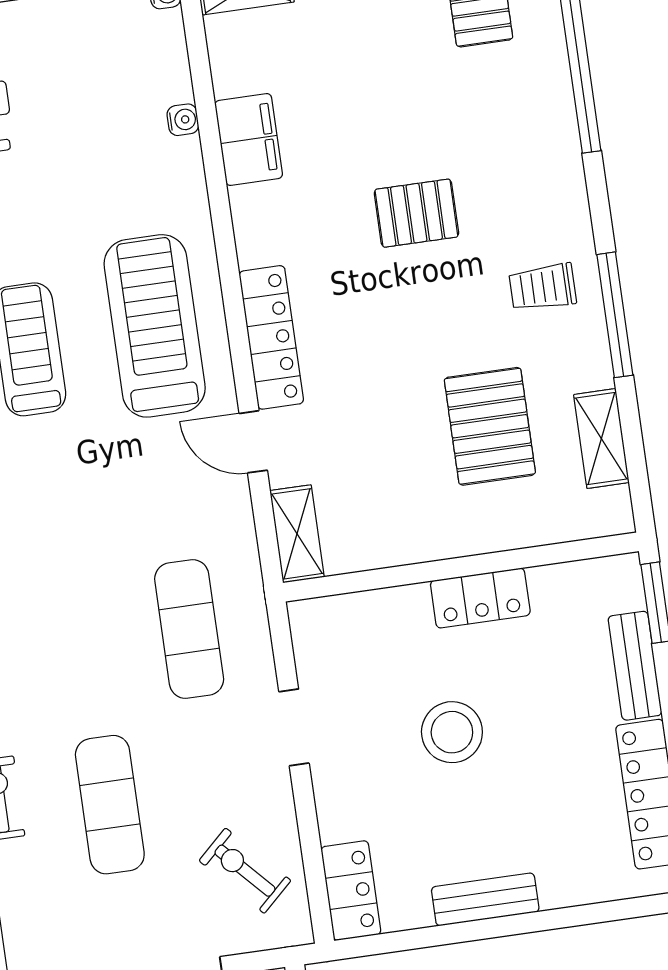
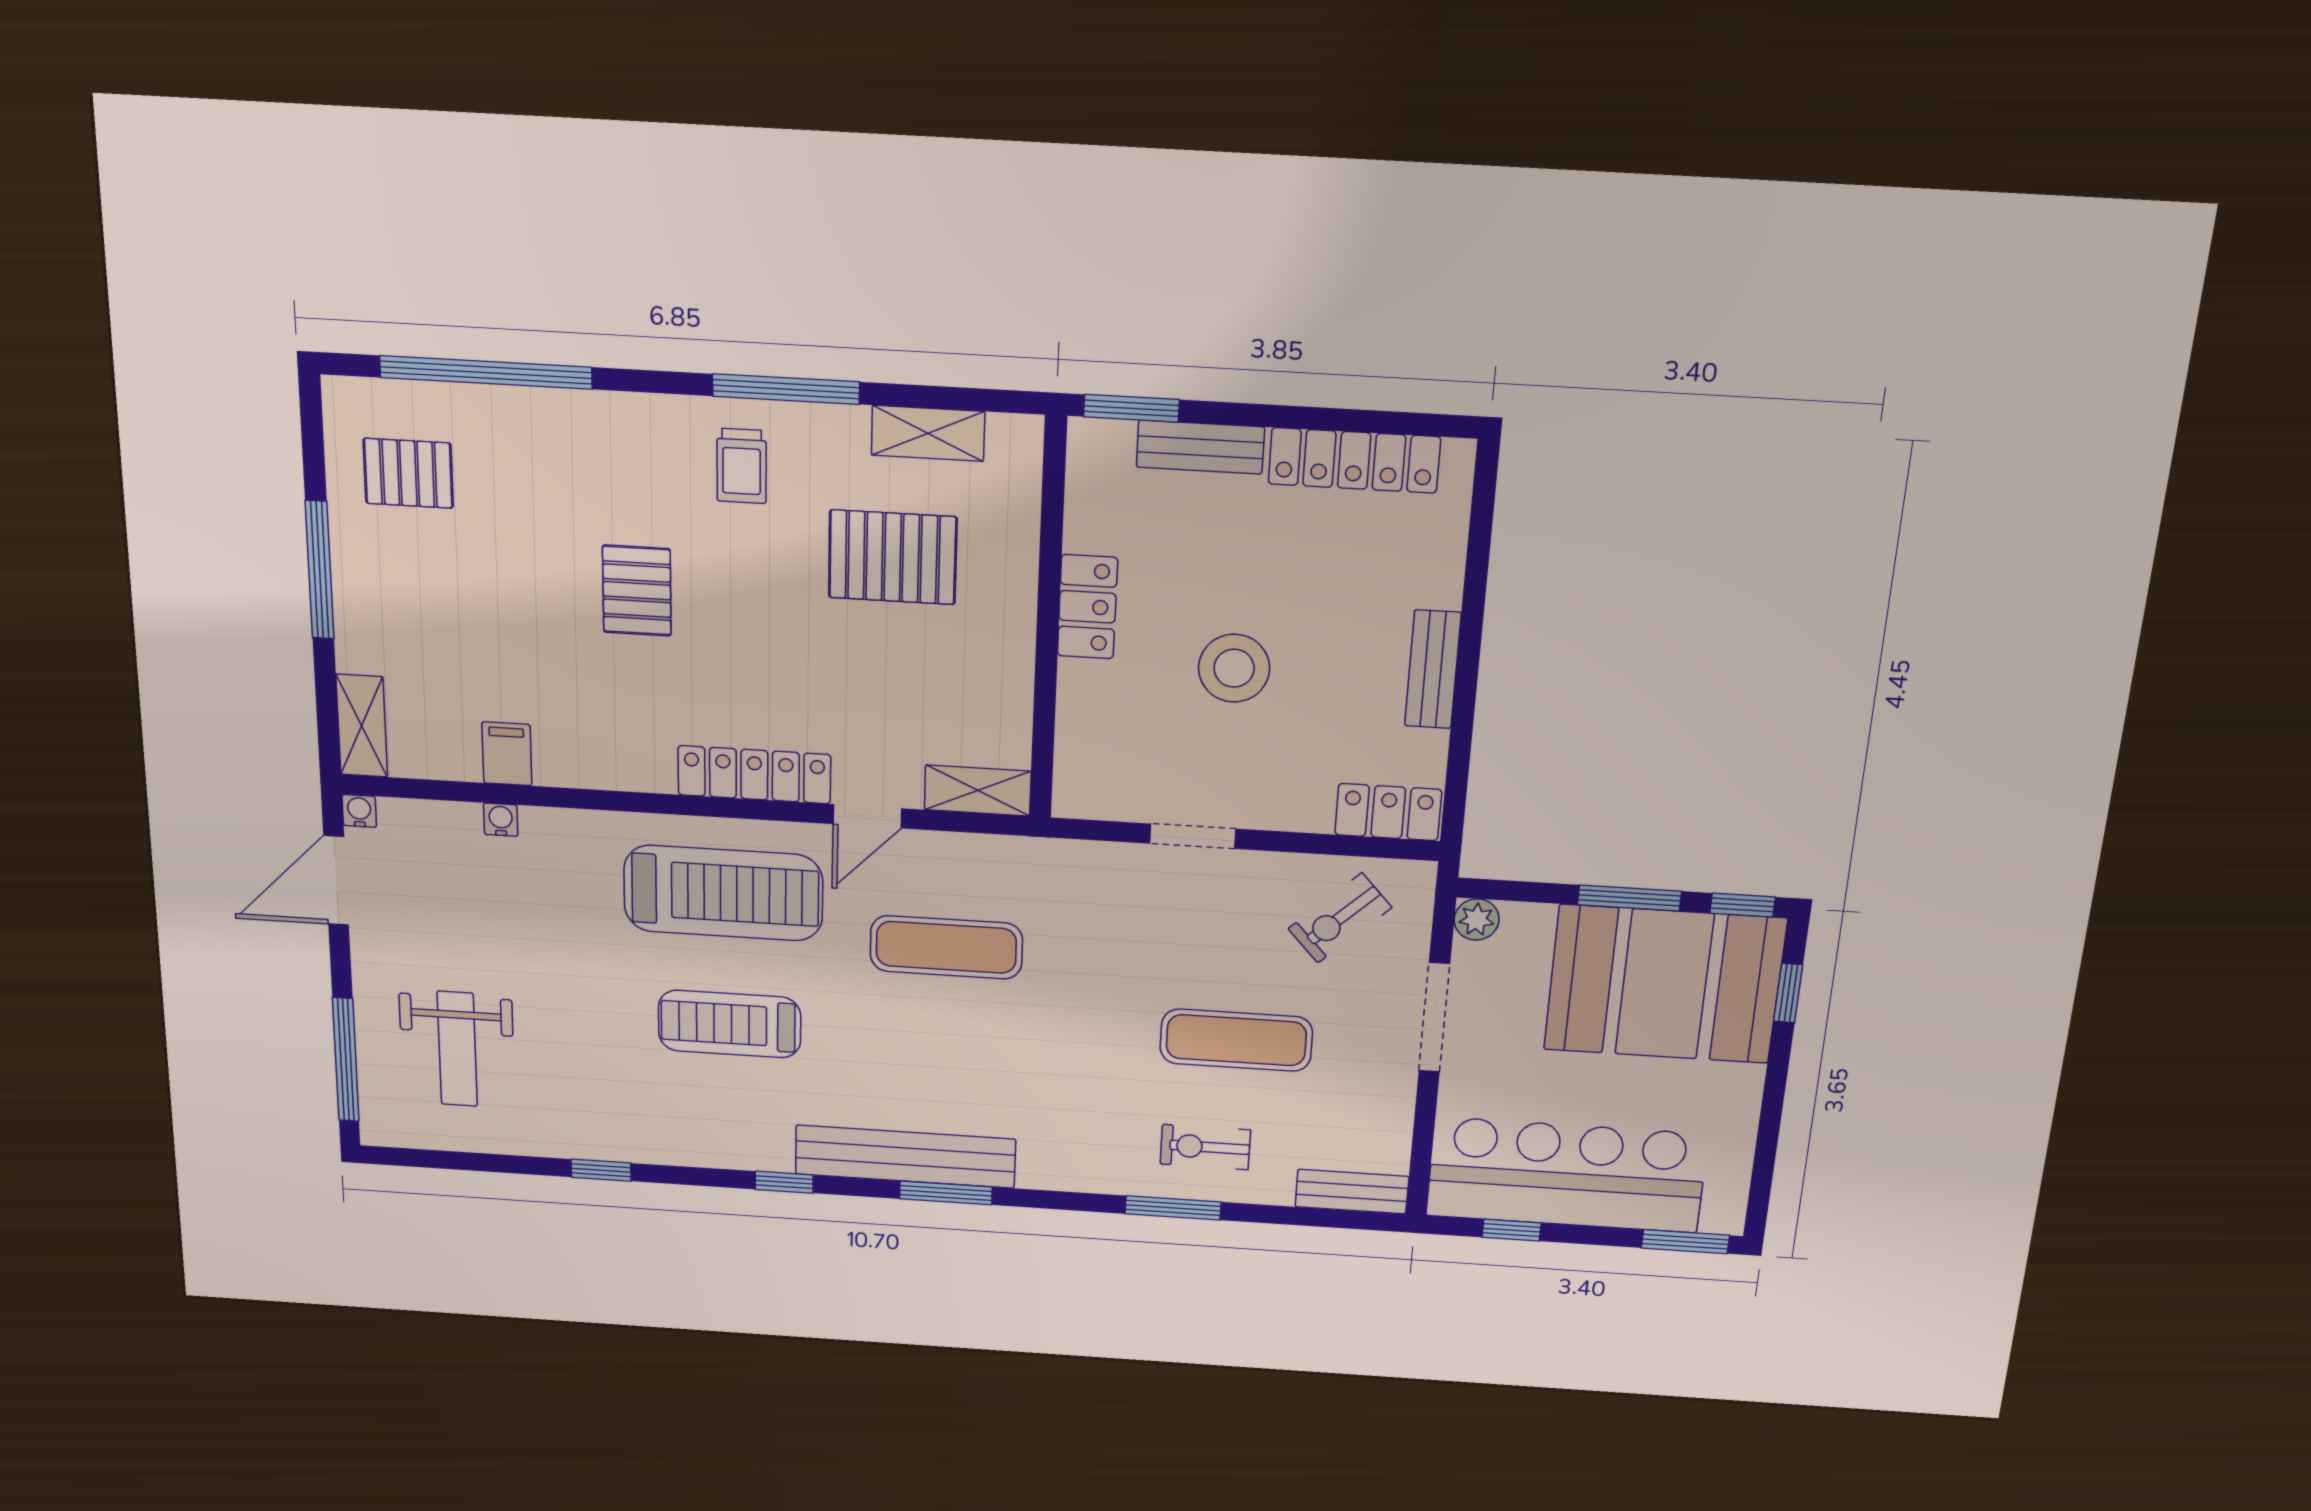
filing cabinet: (249, 139) -> (507, 754), width x0.50
treadmill: (155, 326) -> (723, 893), turned 180
exercise mat: (189, 629) -> (946, 947), moved

